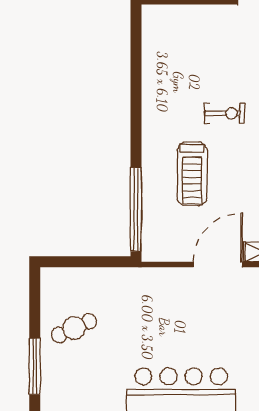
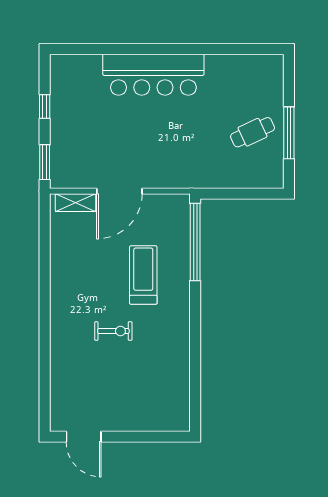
exercise bike: (224, 113) -> (113, 331), turned 180
window: (35, 366) -> (289, 133), moved

